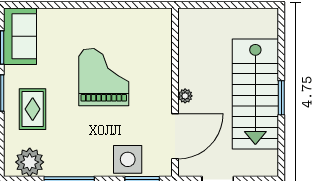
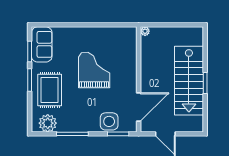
plant: (185, 96) -> (145, 31), moved
rug: (33, 109) -> (50, 90), width x1.36, depth x1.43

